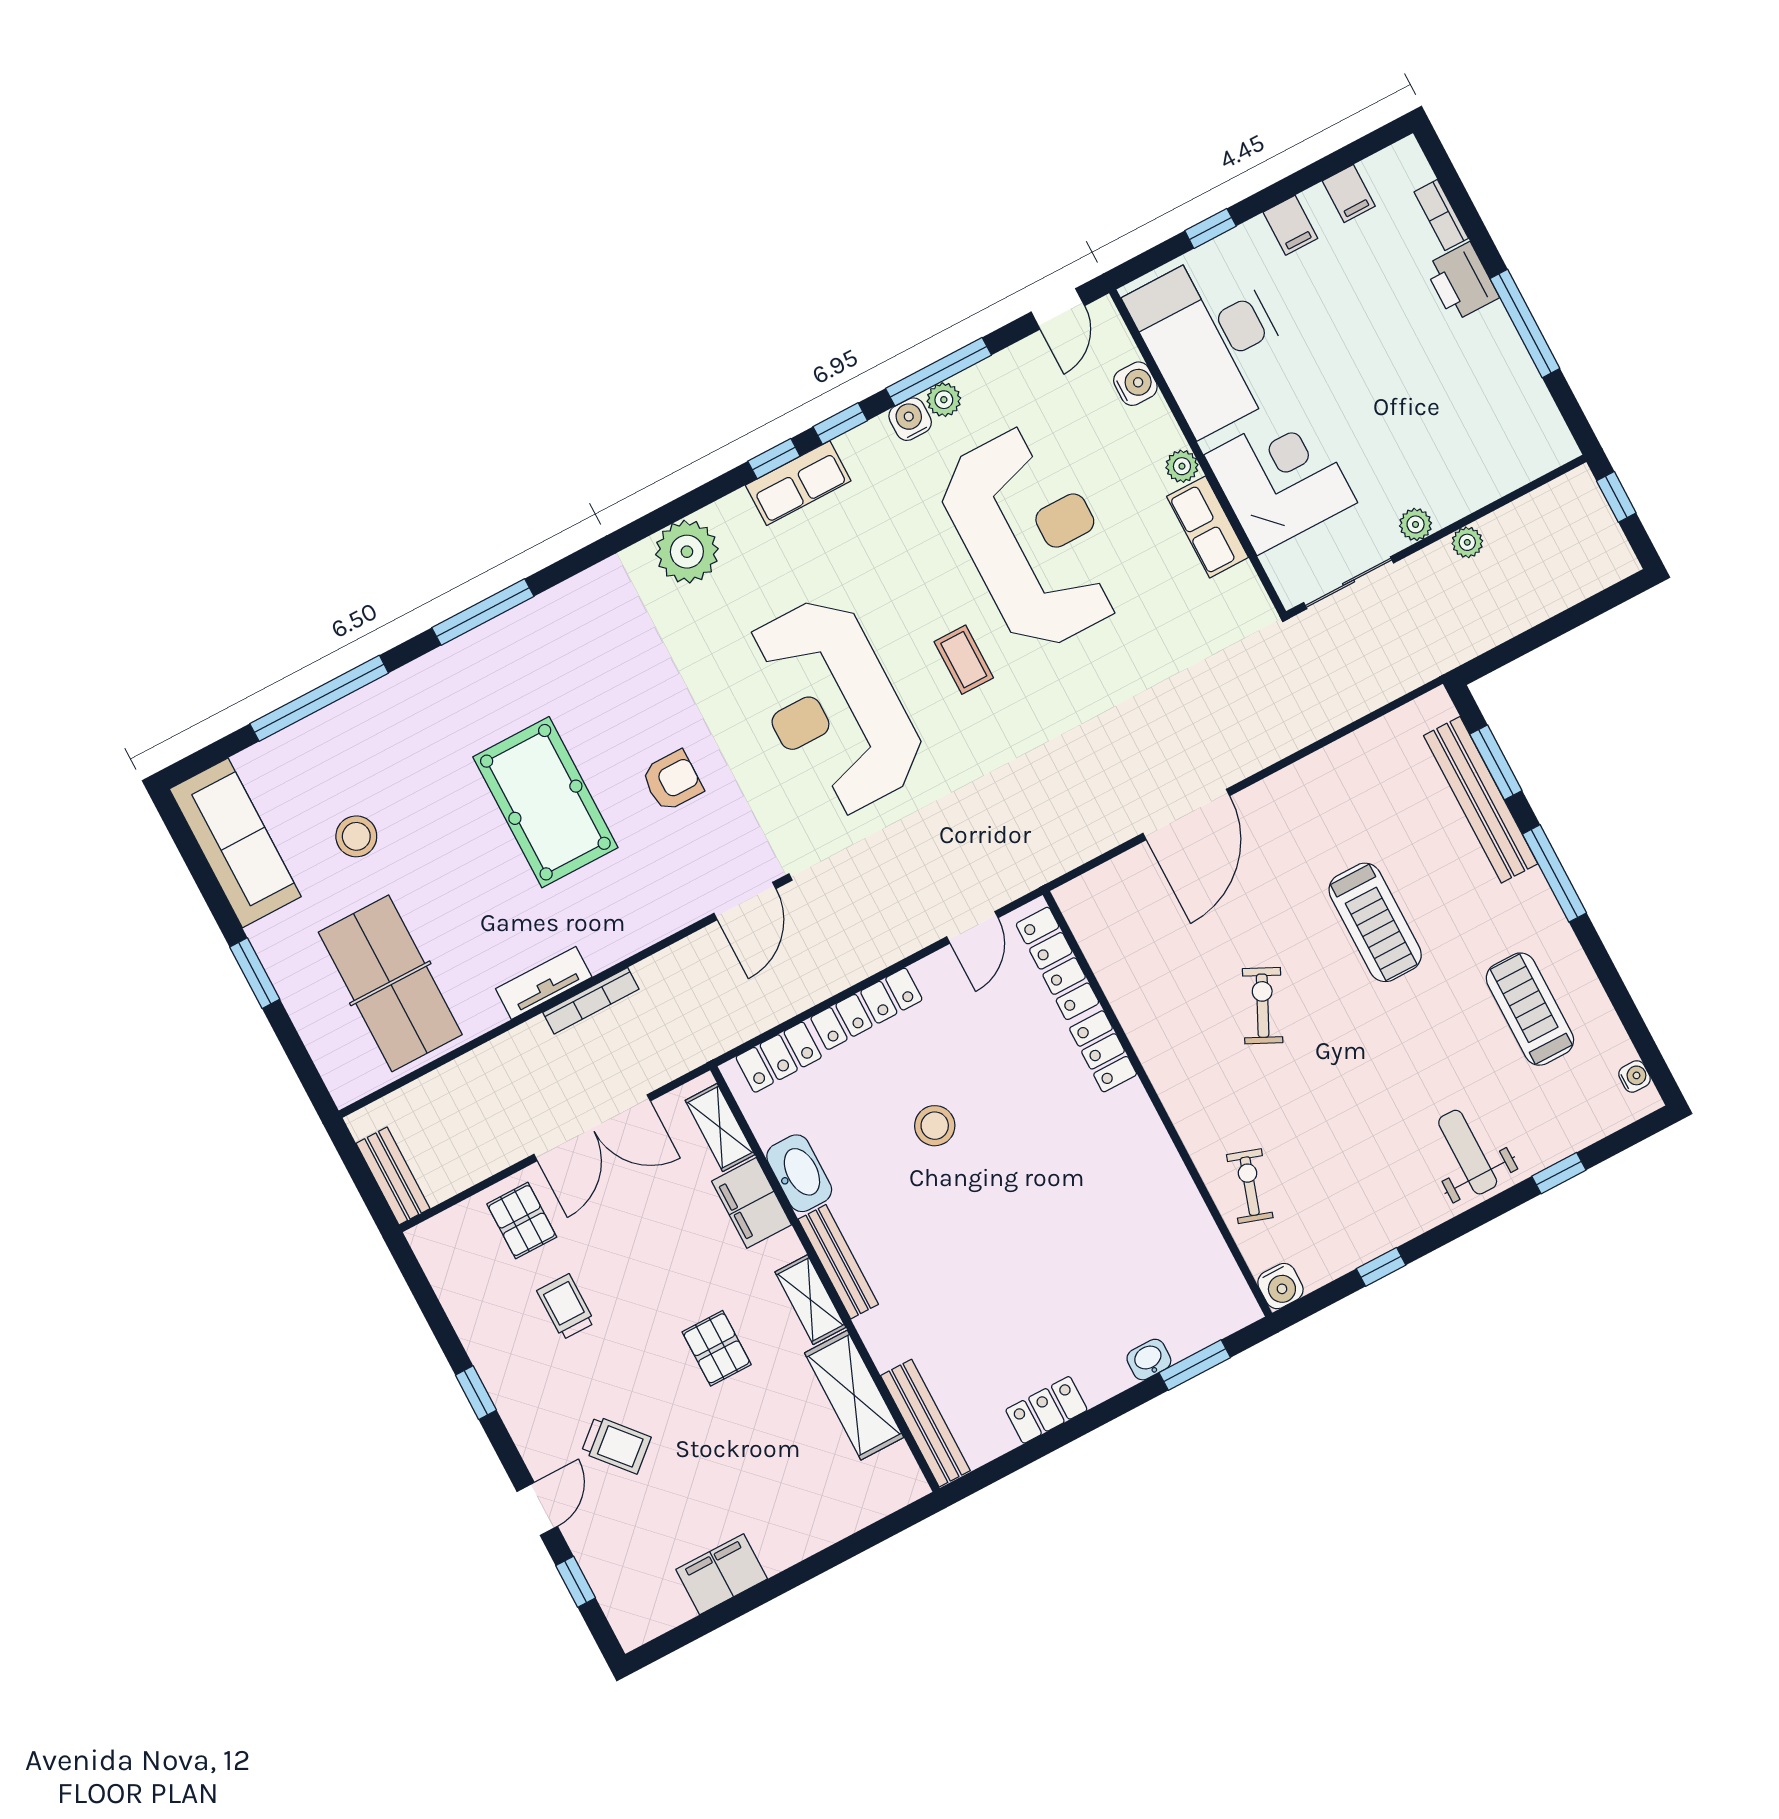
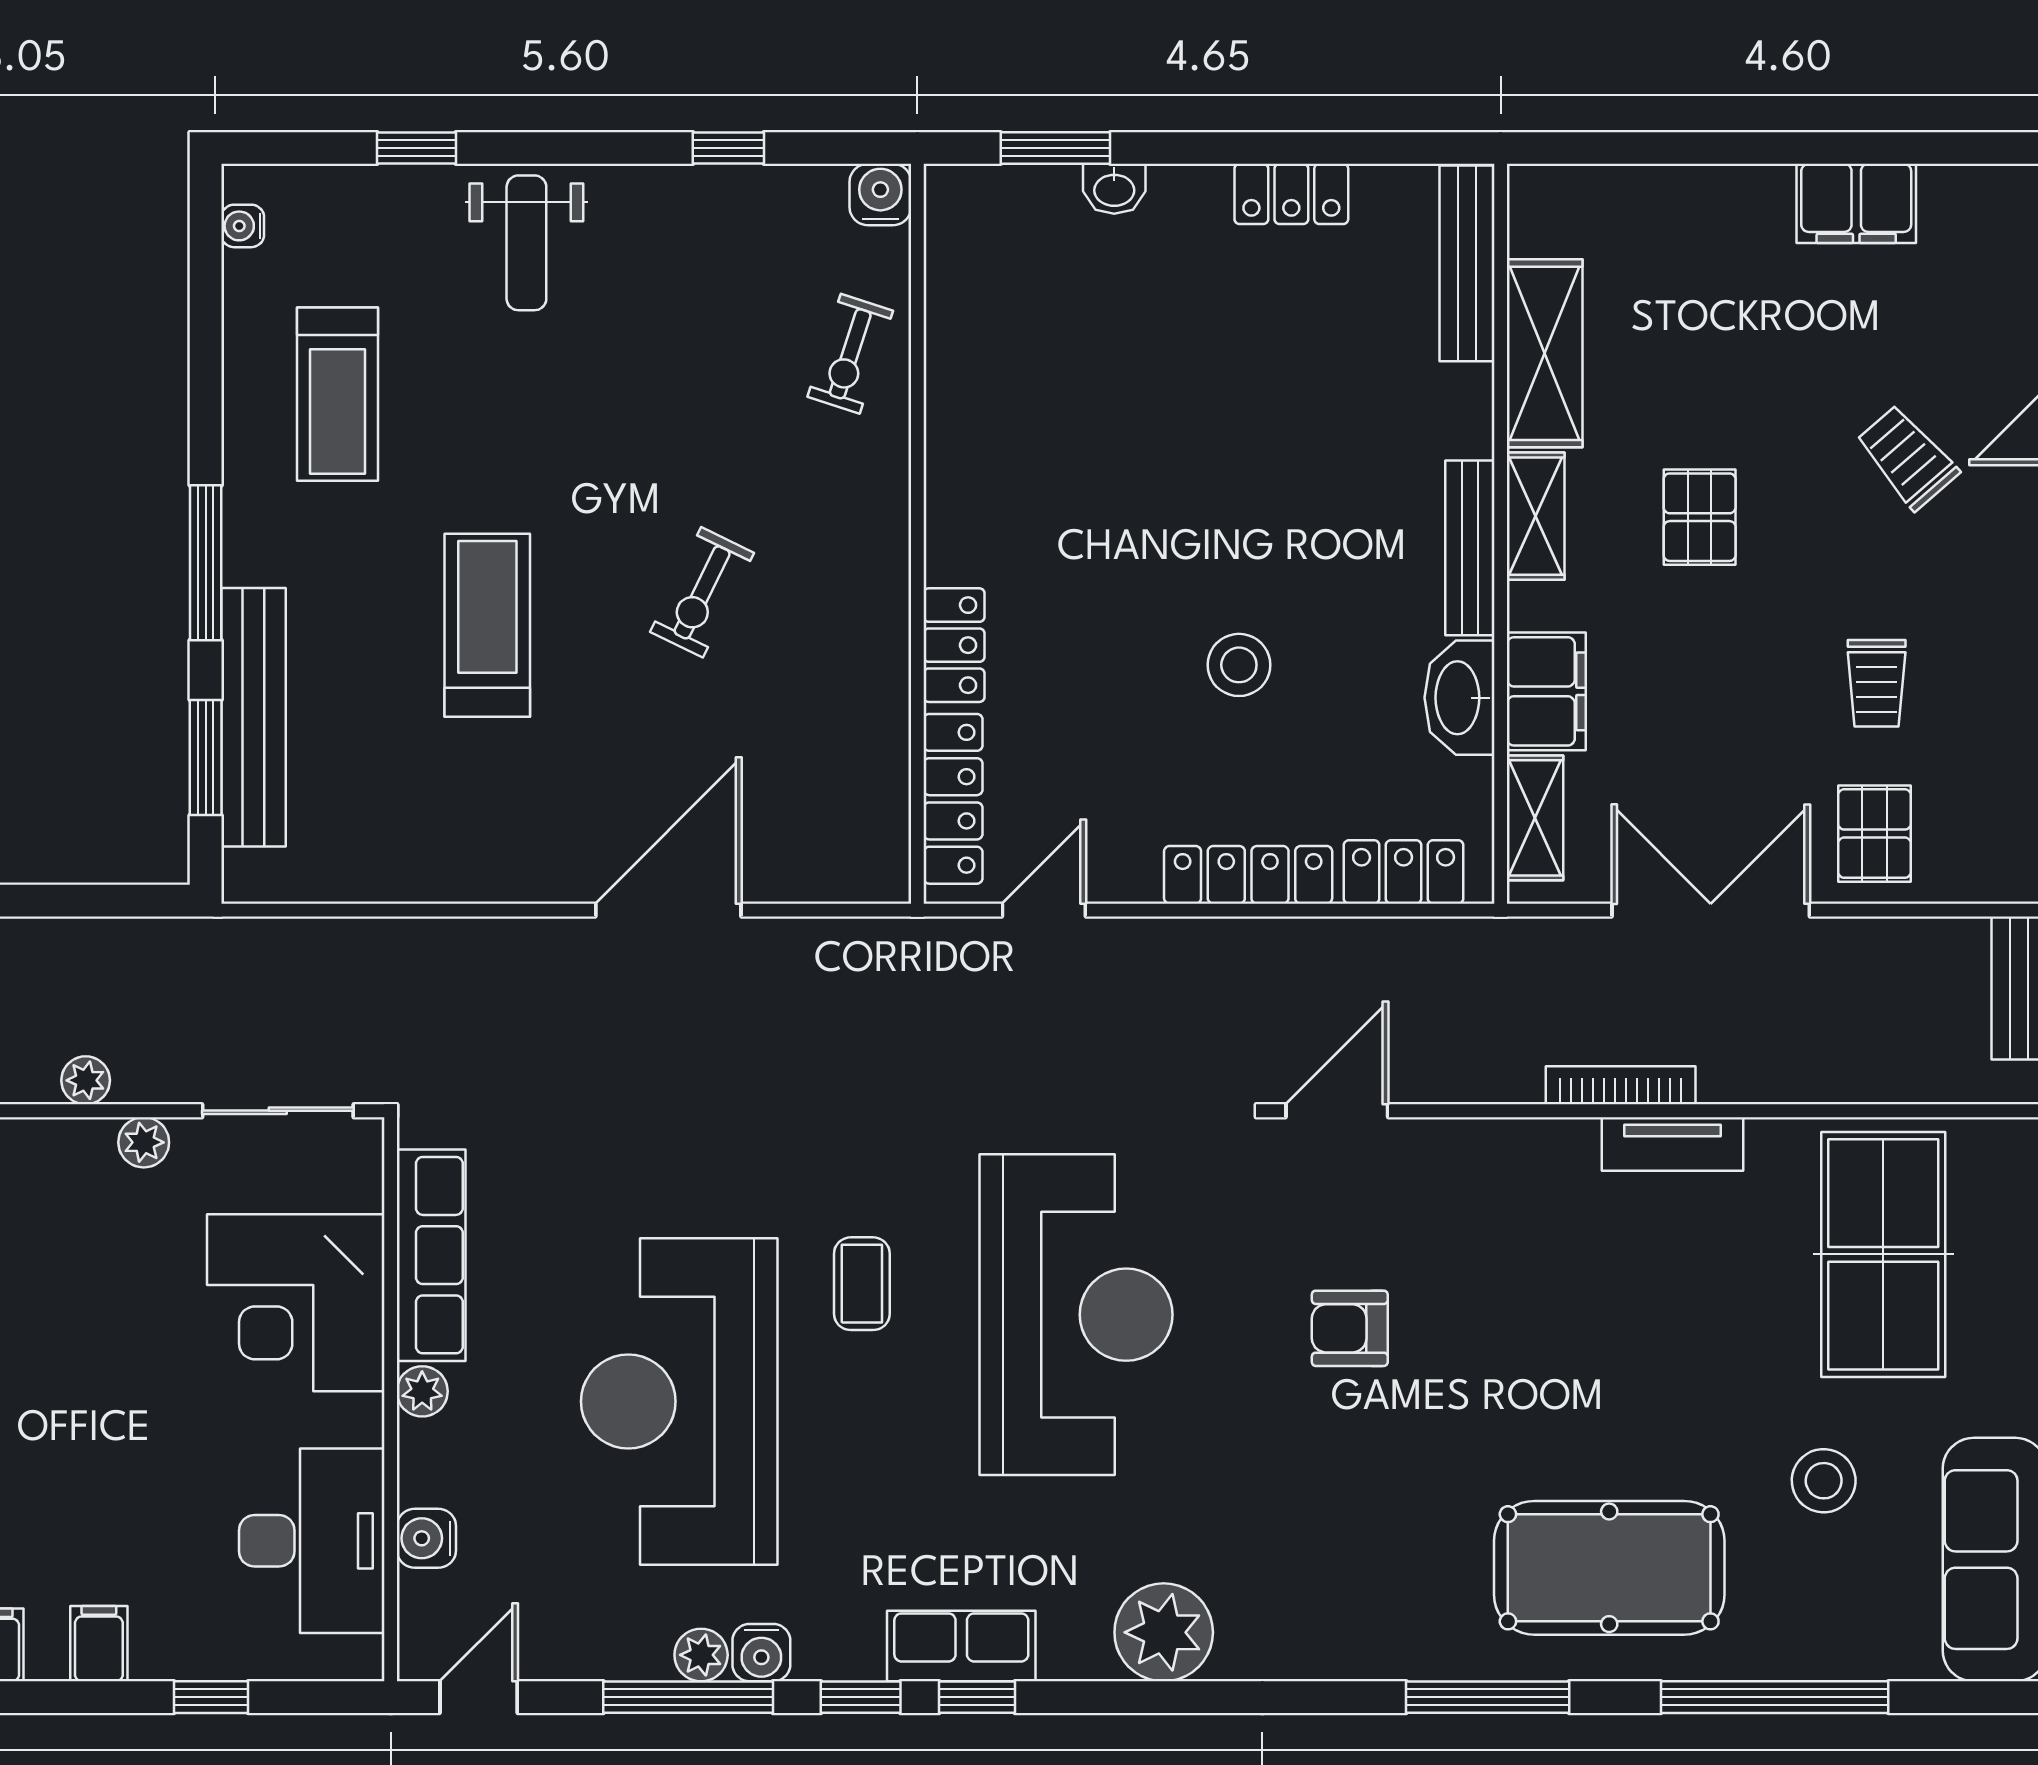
desk: (1212, 341) -> (312, 1541), width x0.73, depth x0.77
row of seats: (1208, 527) -> (431, 1255), width x1.48
pool table: (545, 802) -> (1609, 1568), moved, turned 90

